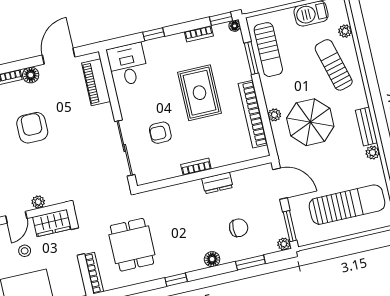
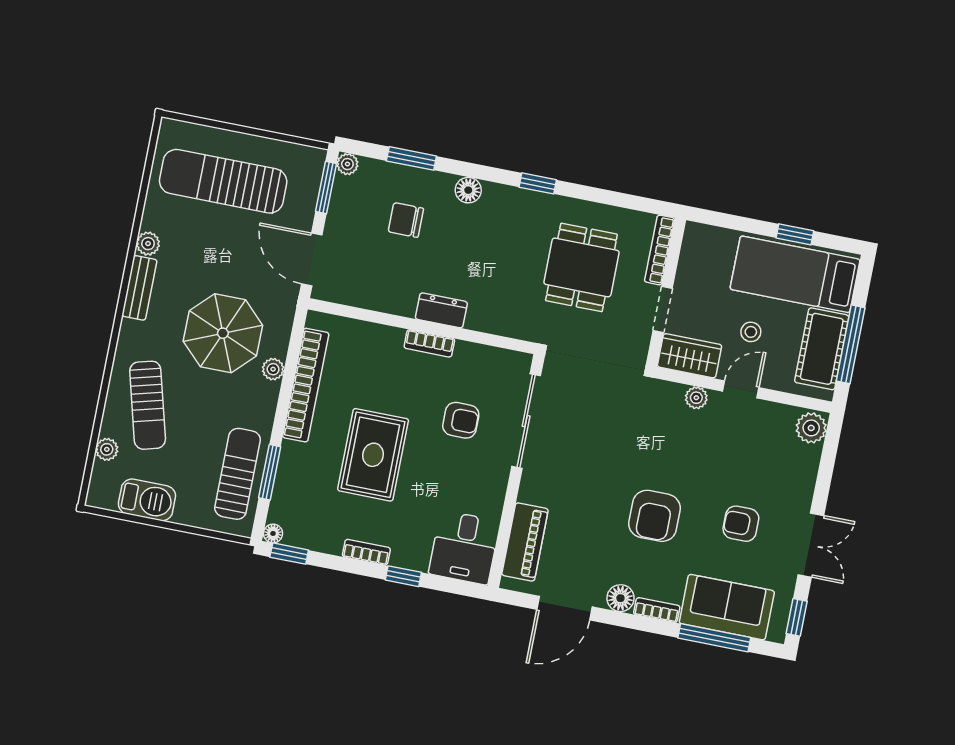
bookcase: (199, 34) -> (366, 552), moved
dresser: (217, 183) -> (441, 310), moved

